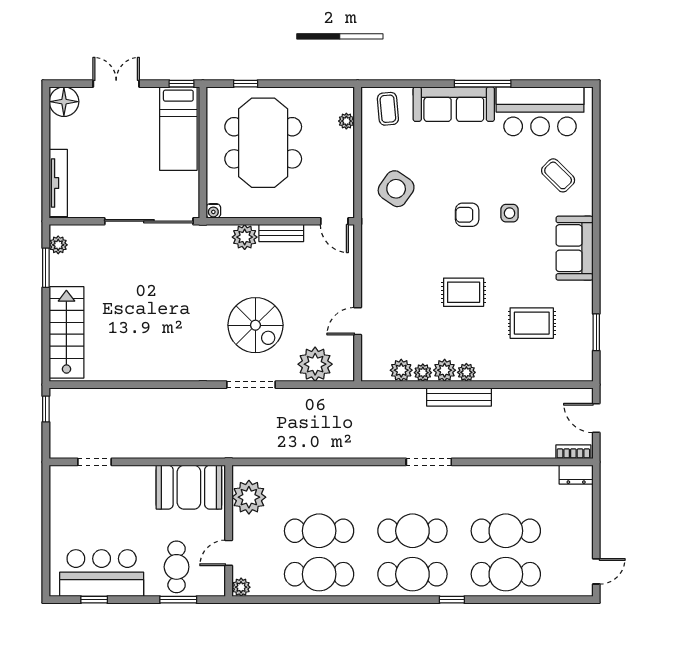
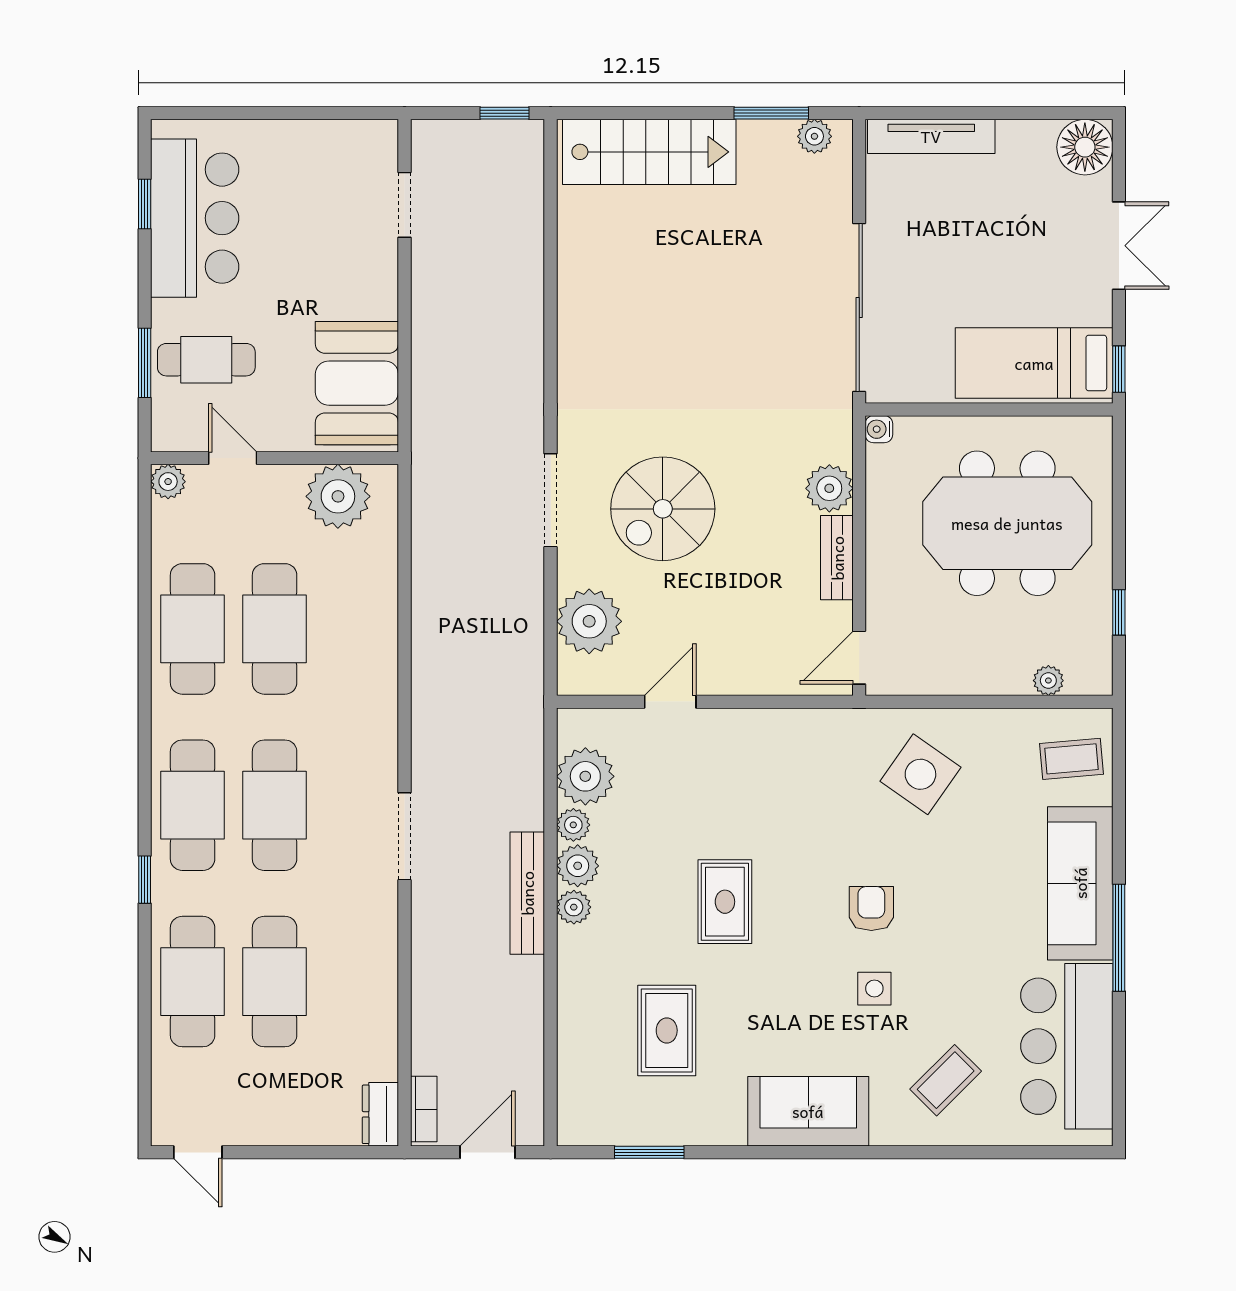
window: (246, 84) -> (1119, 612), moved
door: (358, 321) -> (670, 702), hinge flipped
plant: (401, 370) -> (585, 776), width x1.36, depth x1.36

